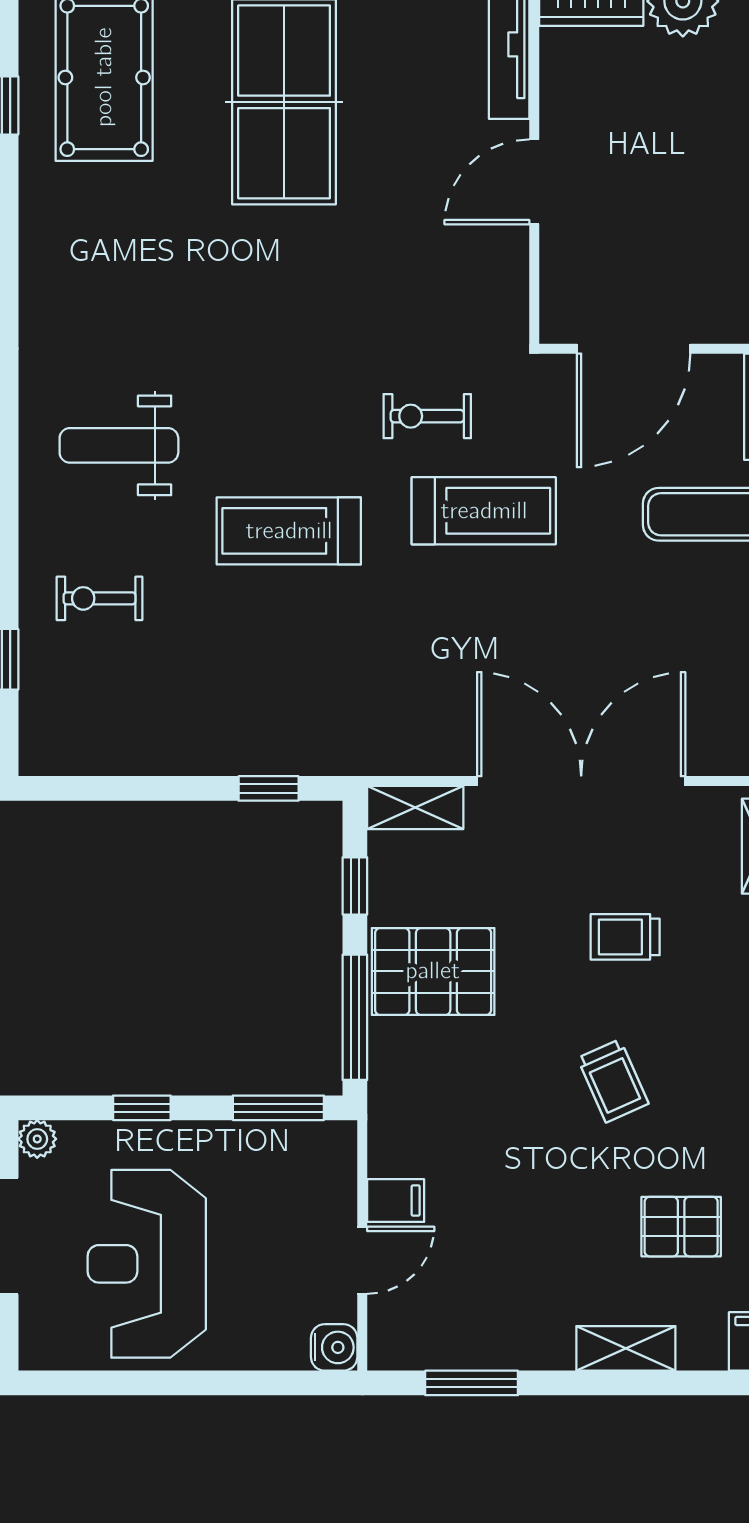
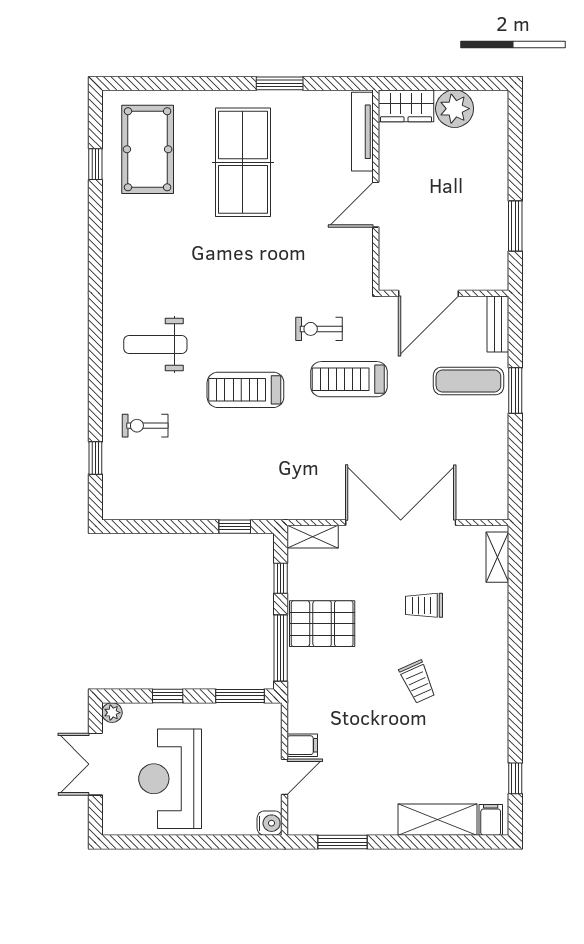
treadmill: (484, 511) -> (349, 379), turned 180
pallet: (681, 1227) -> (454, 759), removed
shelving: (626, 1348) -> (438, 820), width x1.50, depth x1.33

